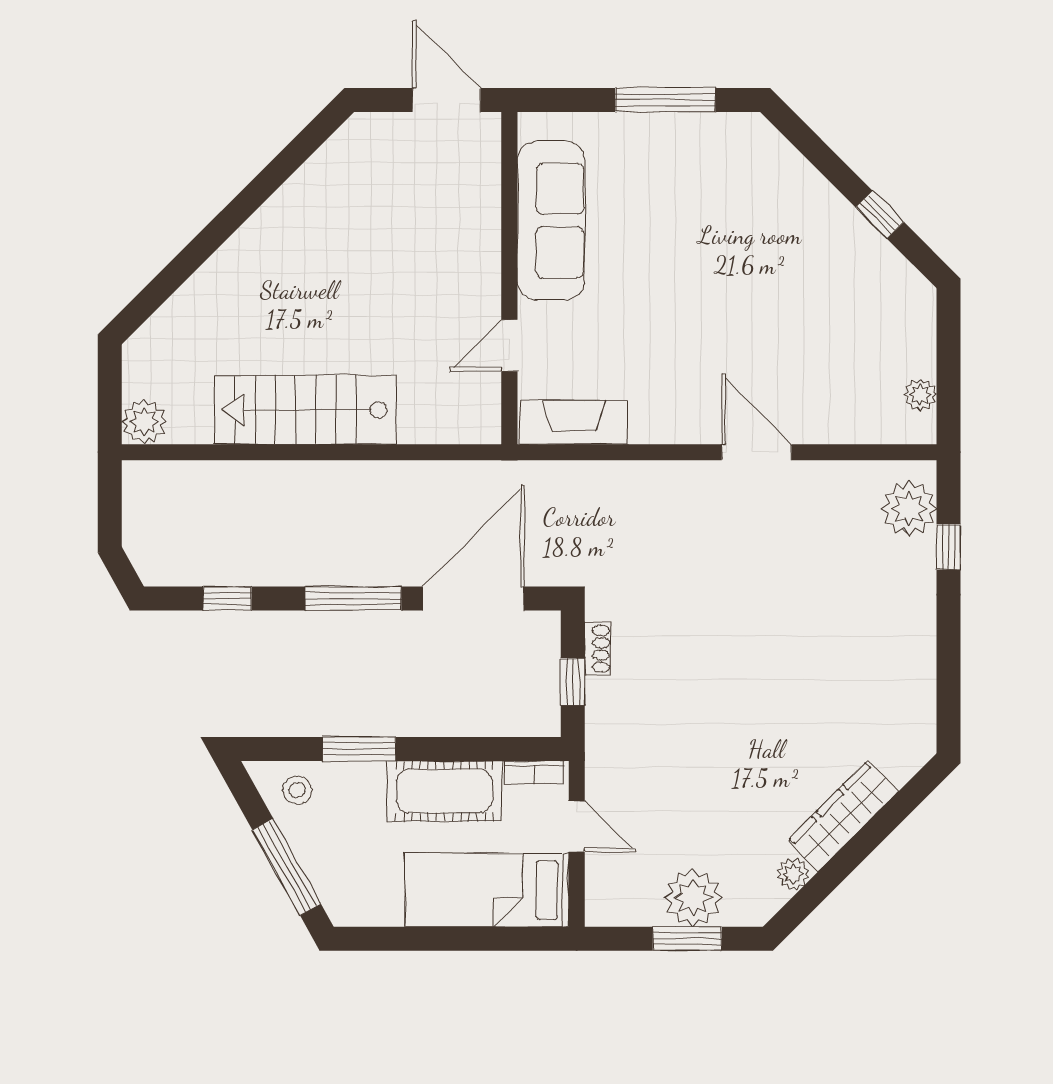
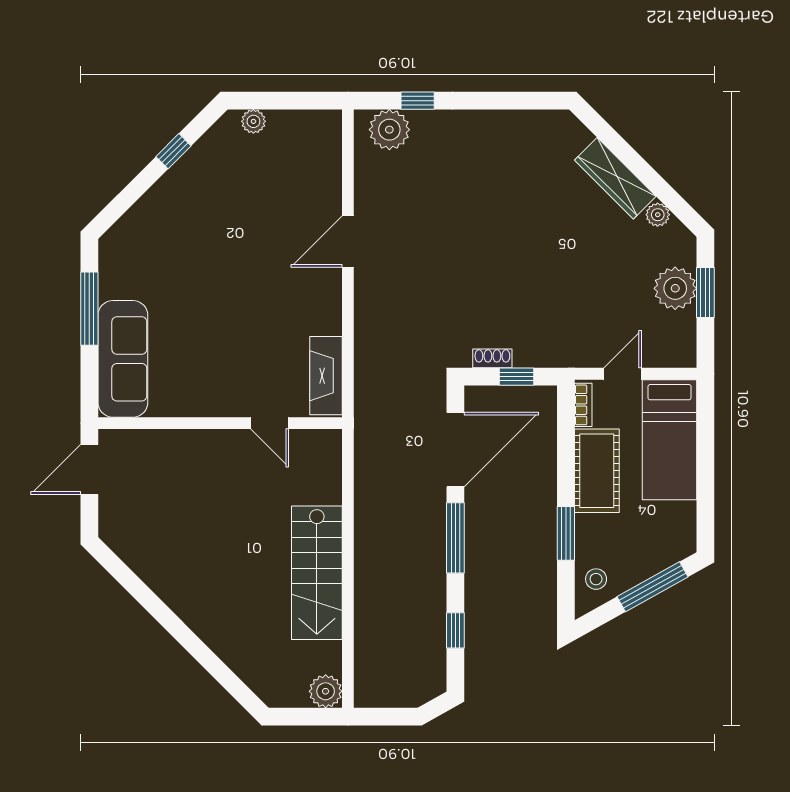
sofa: (551, 221) -> (123, 359), moved, turned 90
plant: (920, 395) -> (253, 121), moved
door: (473, 599) -> (455, 450), swing flipped

